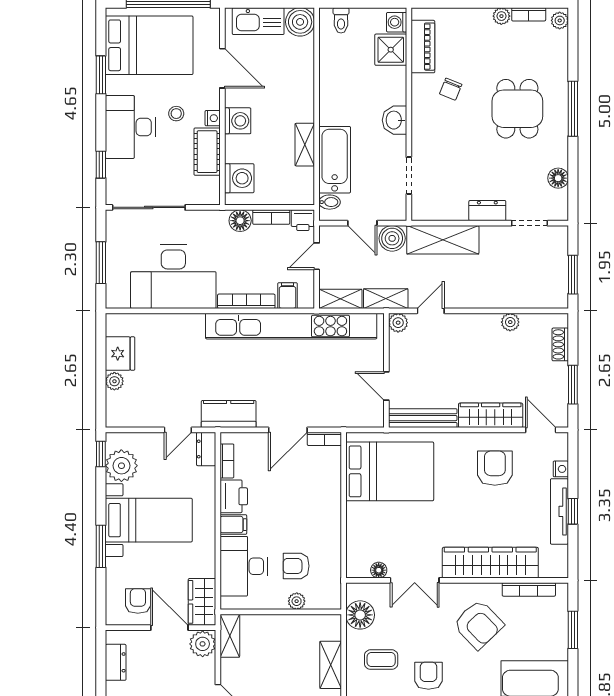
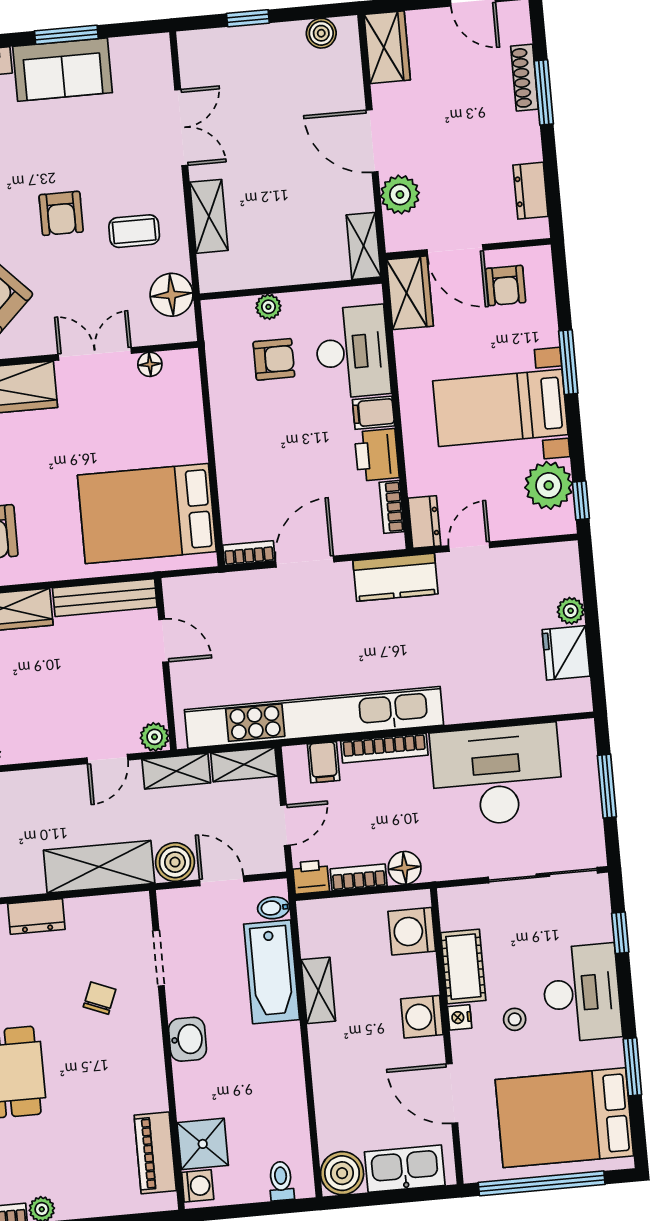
chair: (451, 89) -> (100, 998), moved
plant: (203, 644) -> (400, 195), moved

